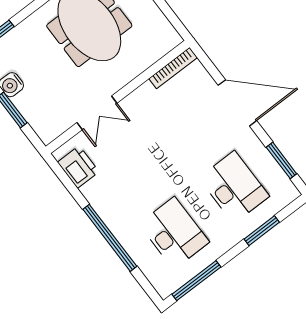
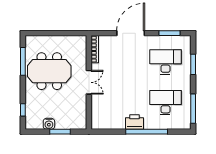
double door: (97, 113) -> (89, 82), moved
printer: (78, 167) -> (134, 122), moved

